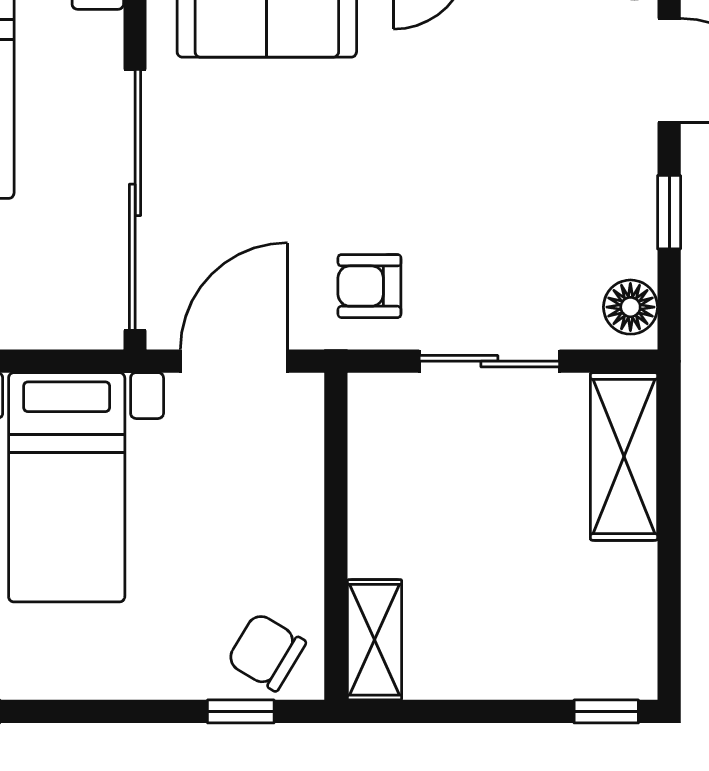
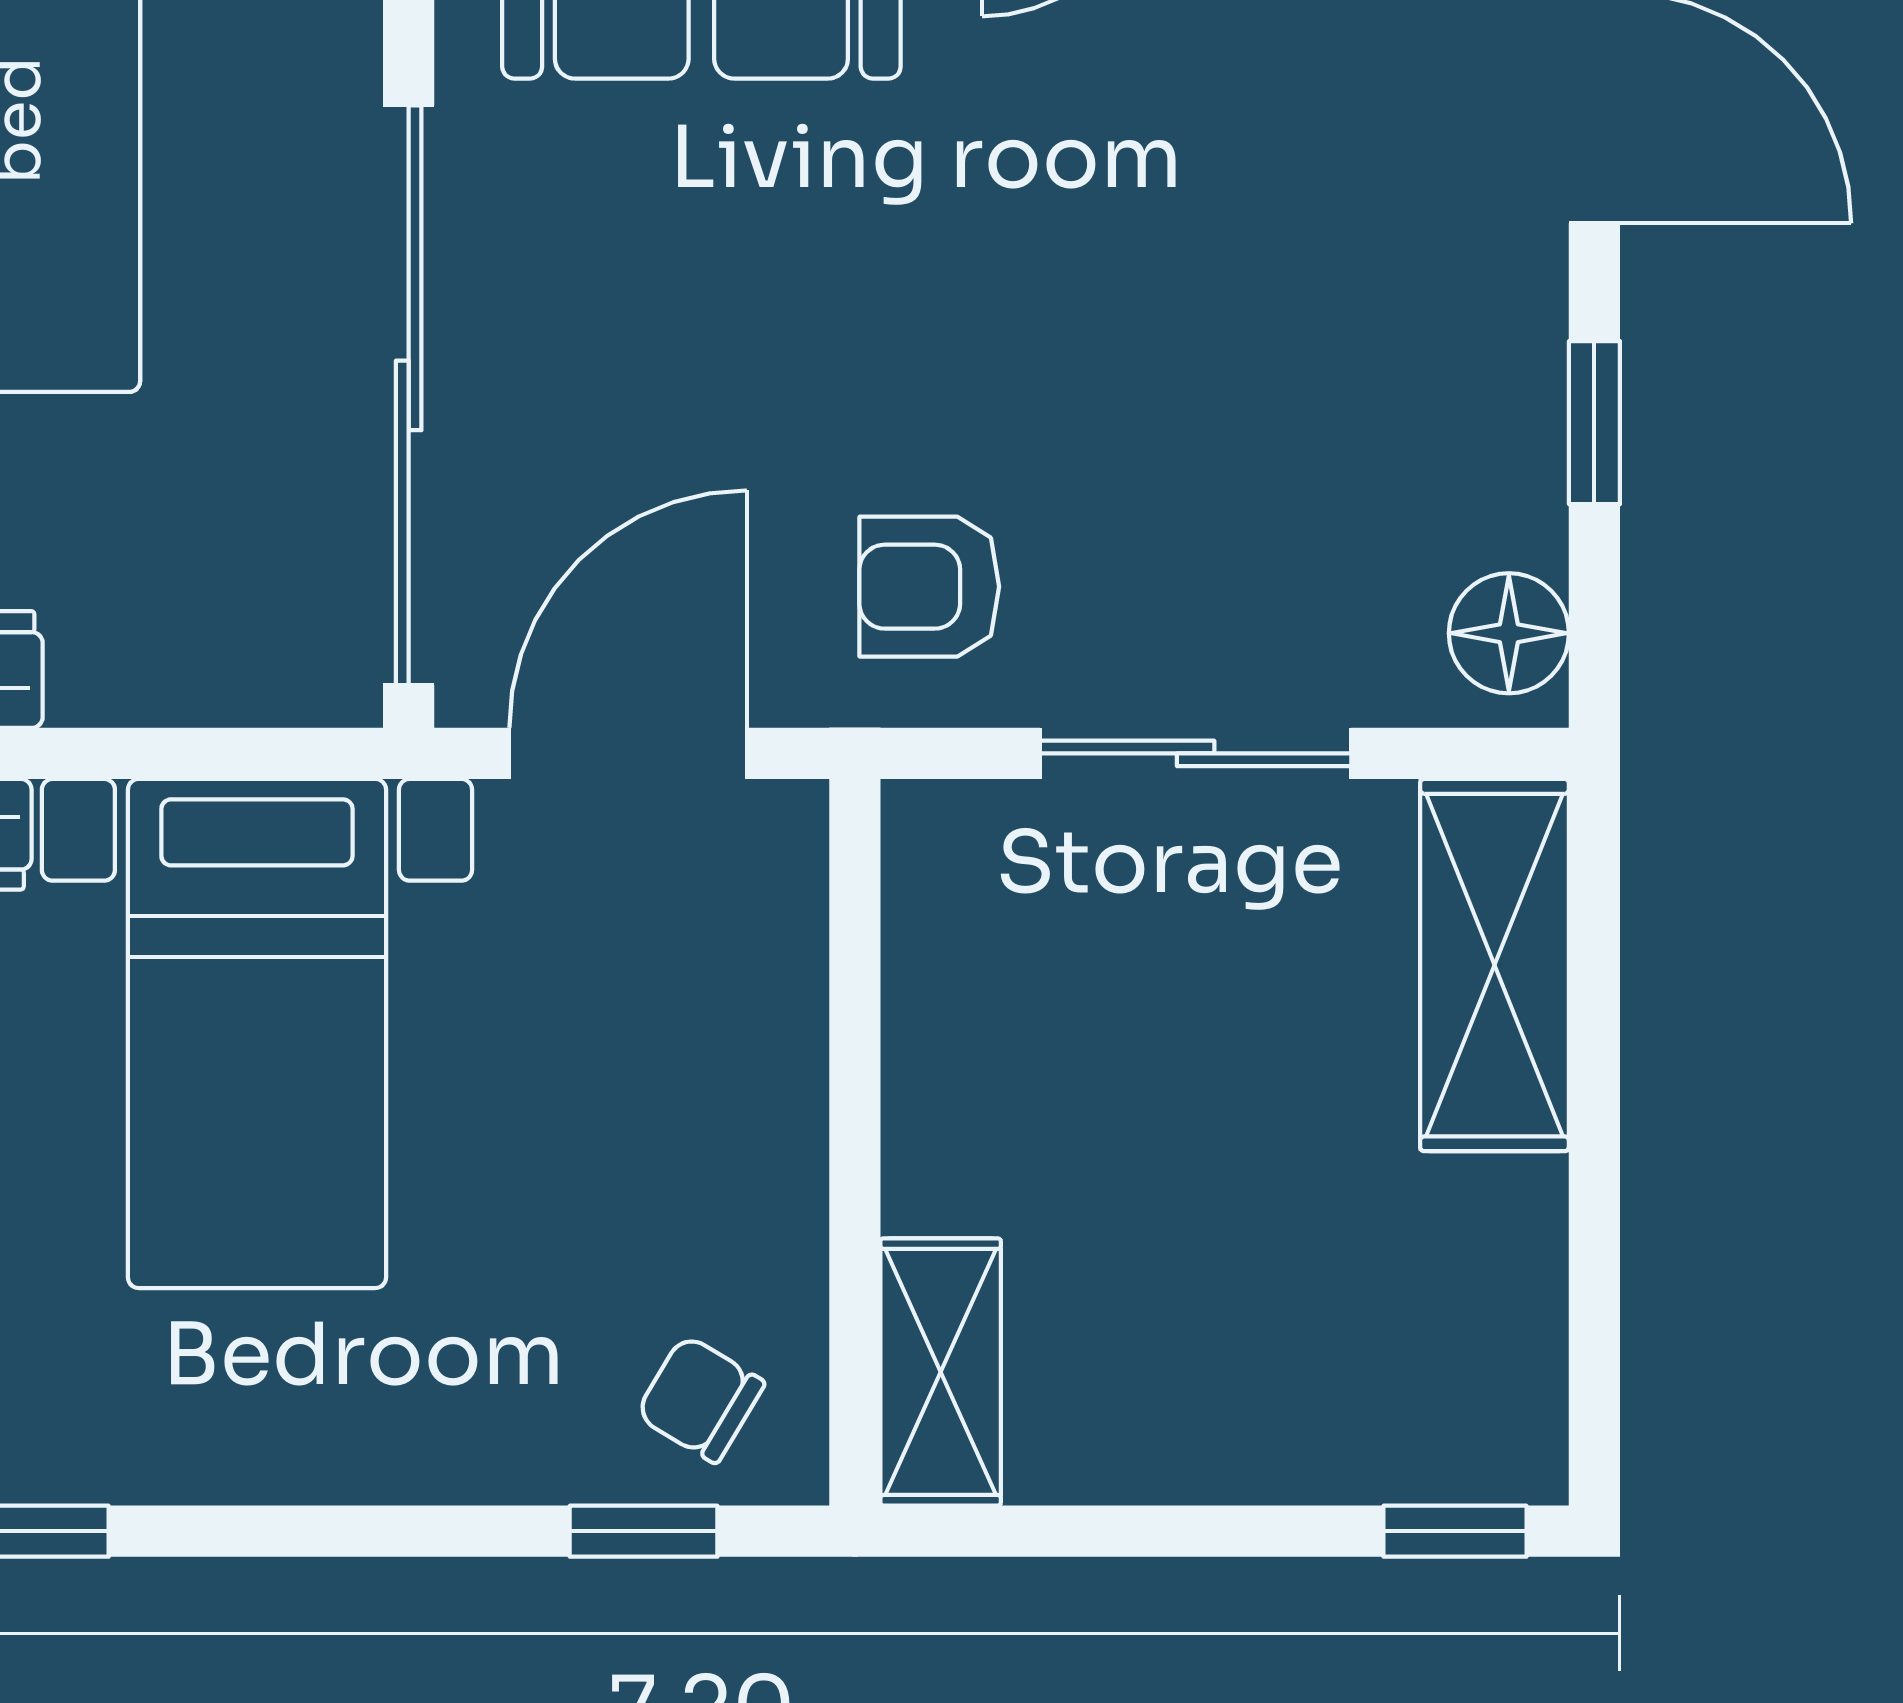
chair: (266, 652) -> (700, 1399), width x0.73, depth x0.73

